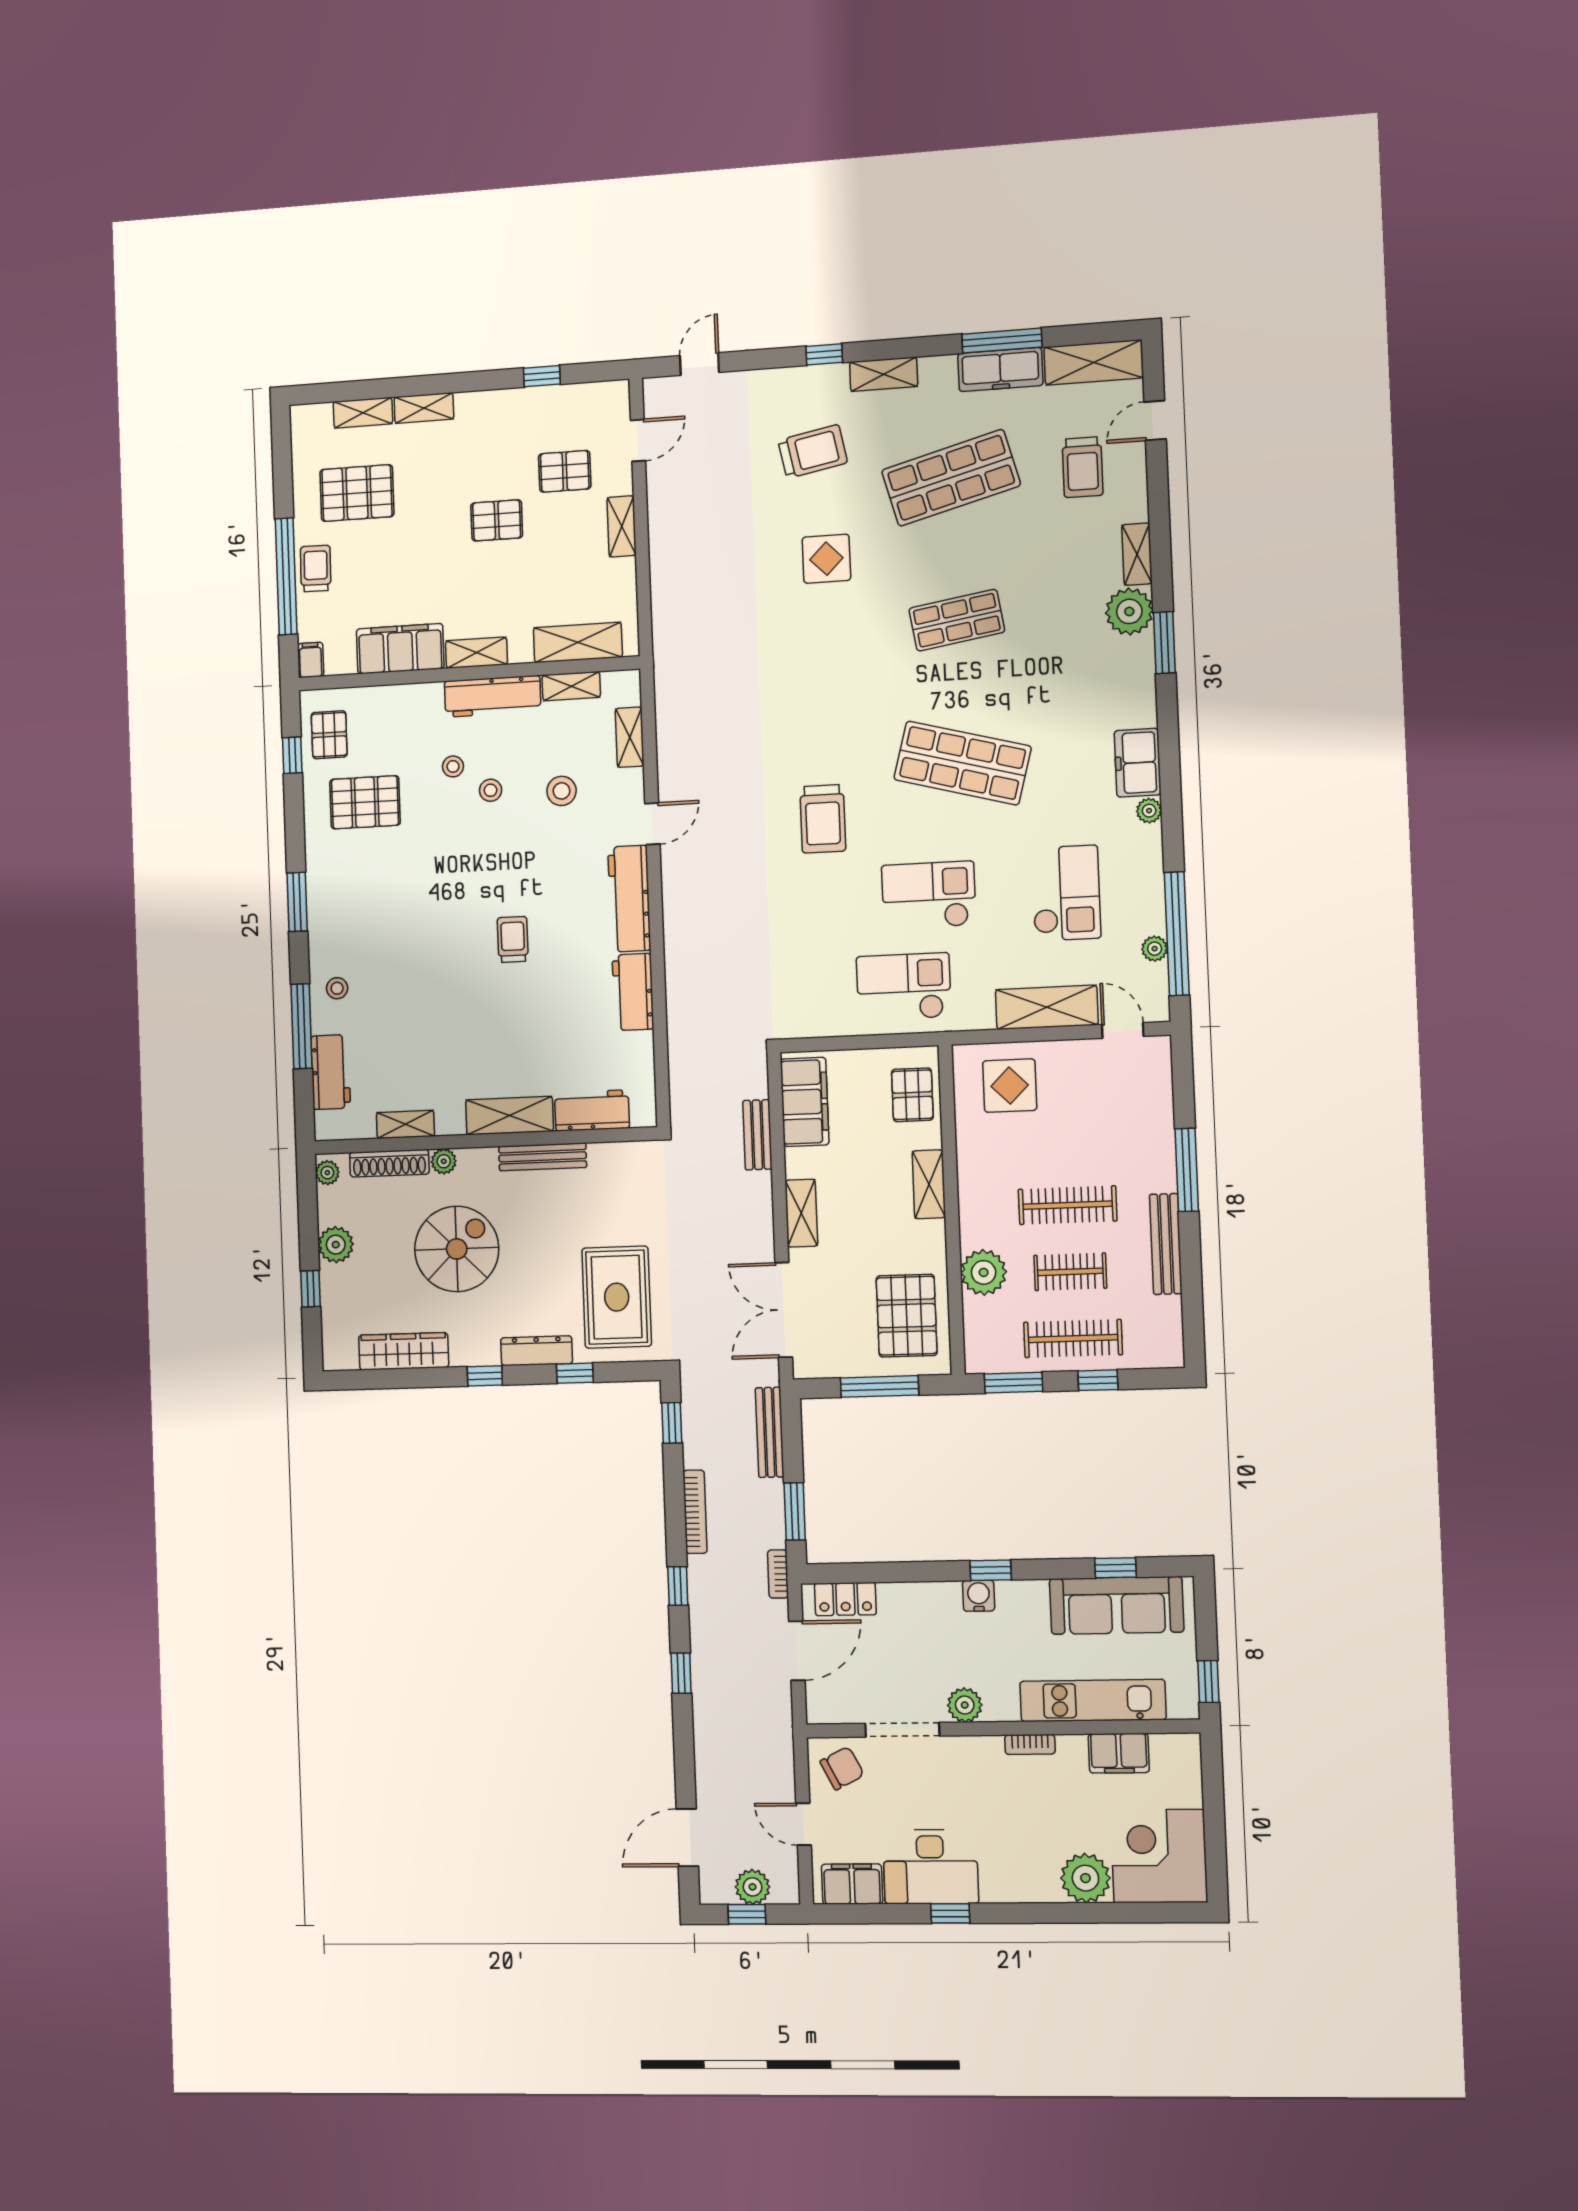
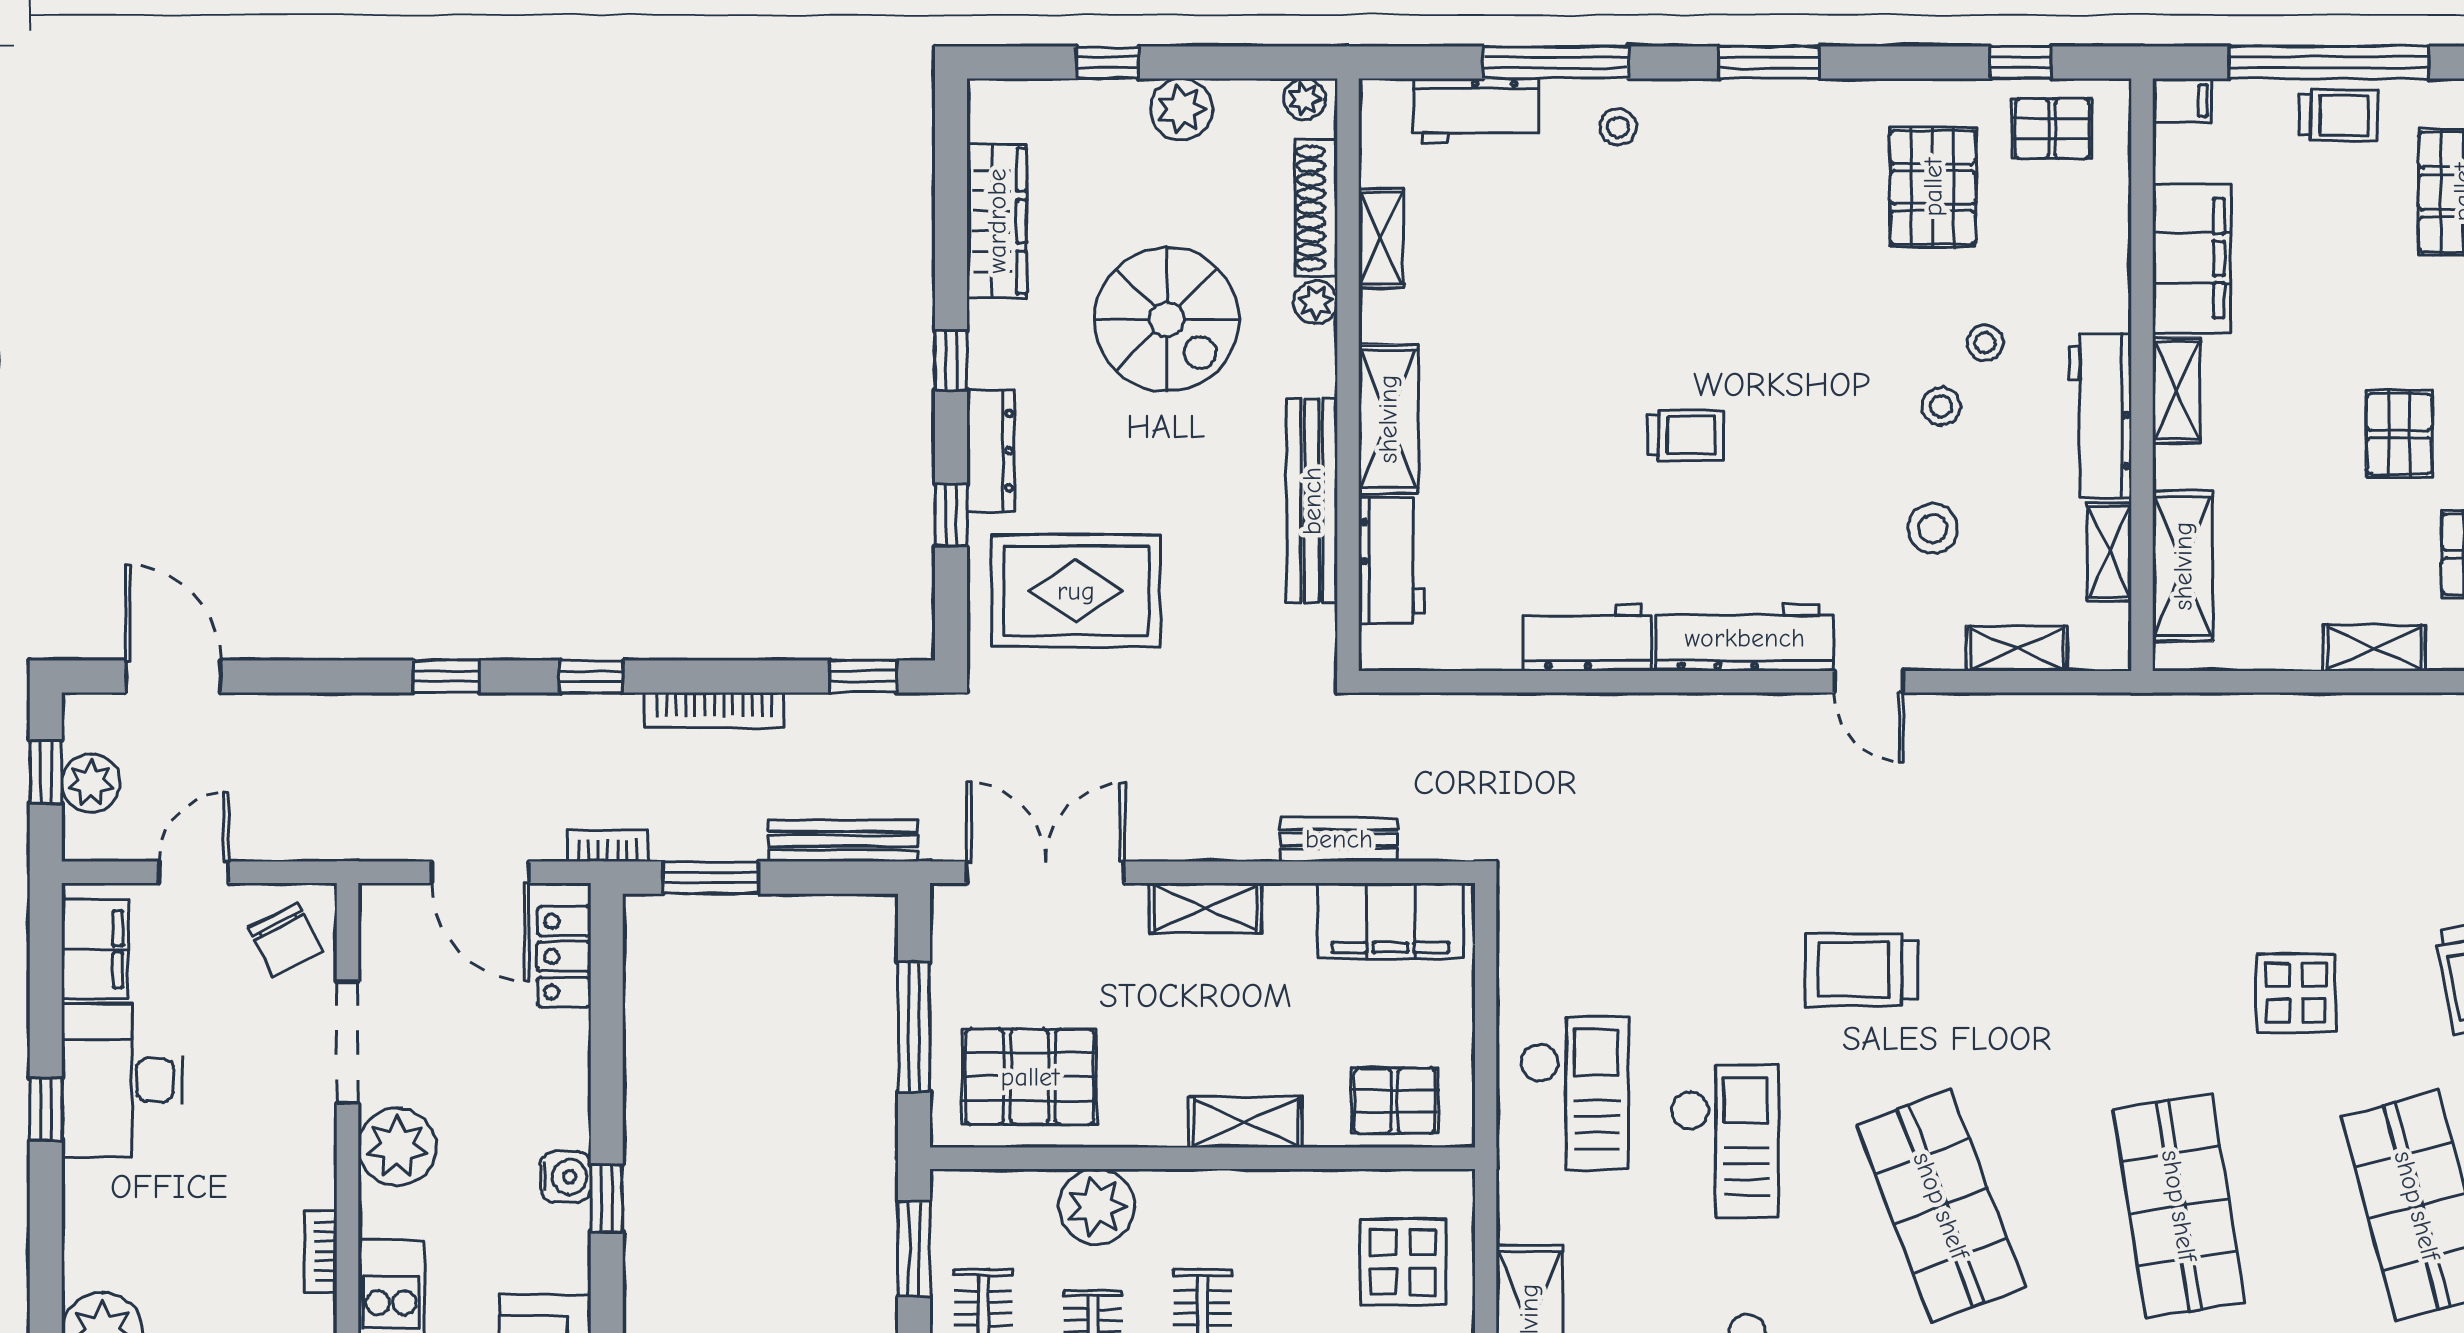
shop shelf: (957, 620) -> (2179, 1206), width x1.43, depth x1.36
shop shelf: (963, 763) -> (1941, 1206), turned -36
bench: (543, 1157) -> (1312, 501), width x1.37, depth x1.21
plant: (965, 1705) -> (397, 1147), width x1.36, depth x1.36

